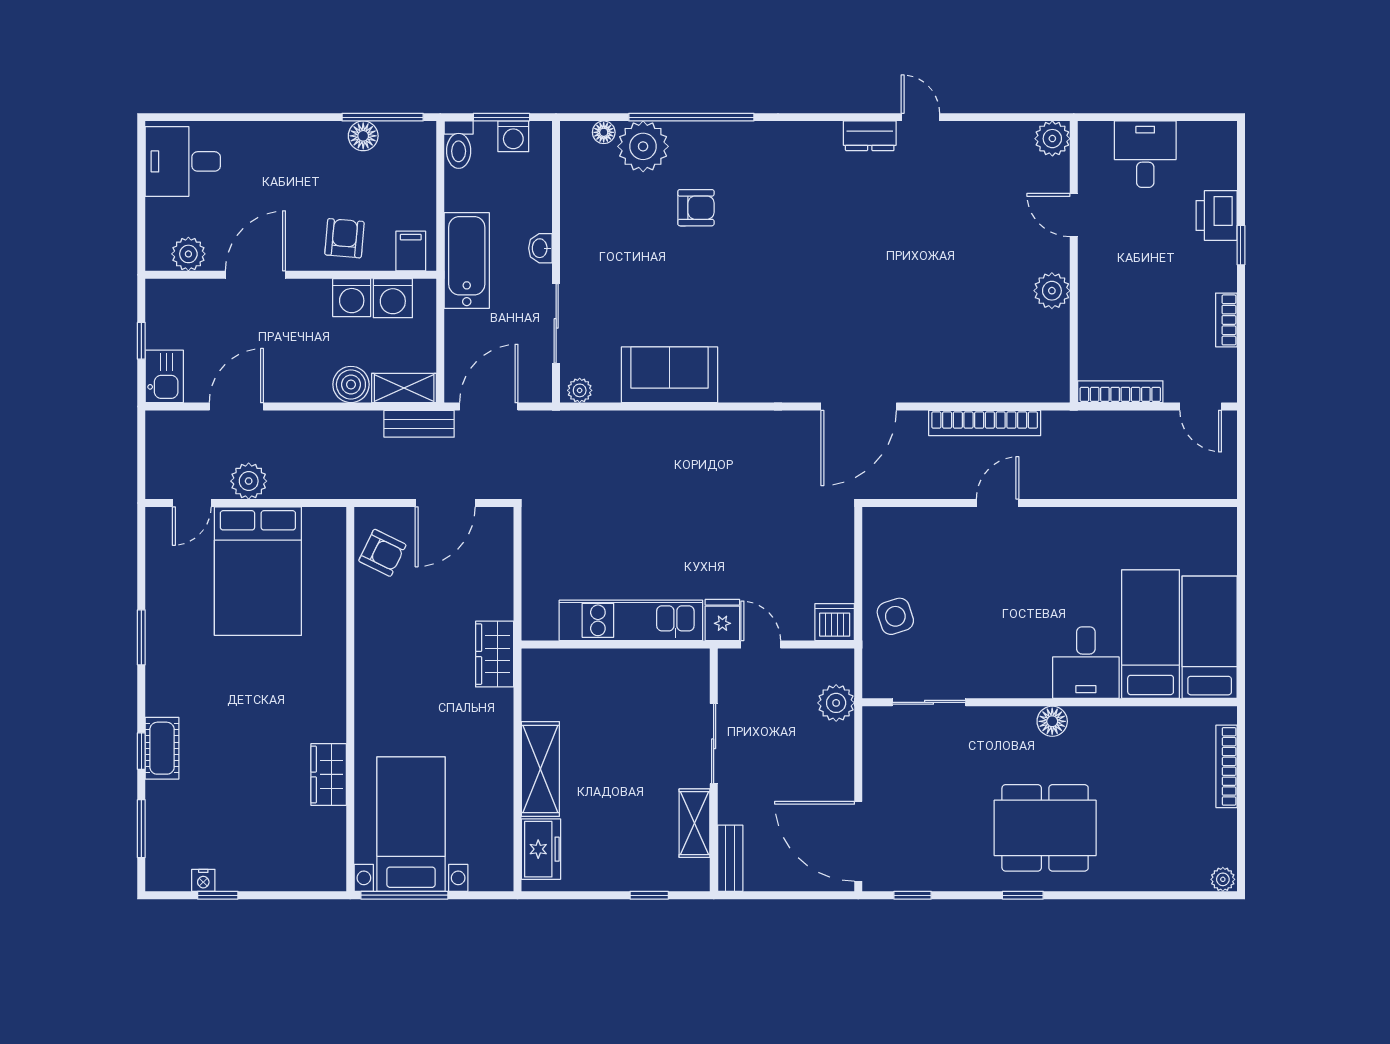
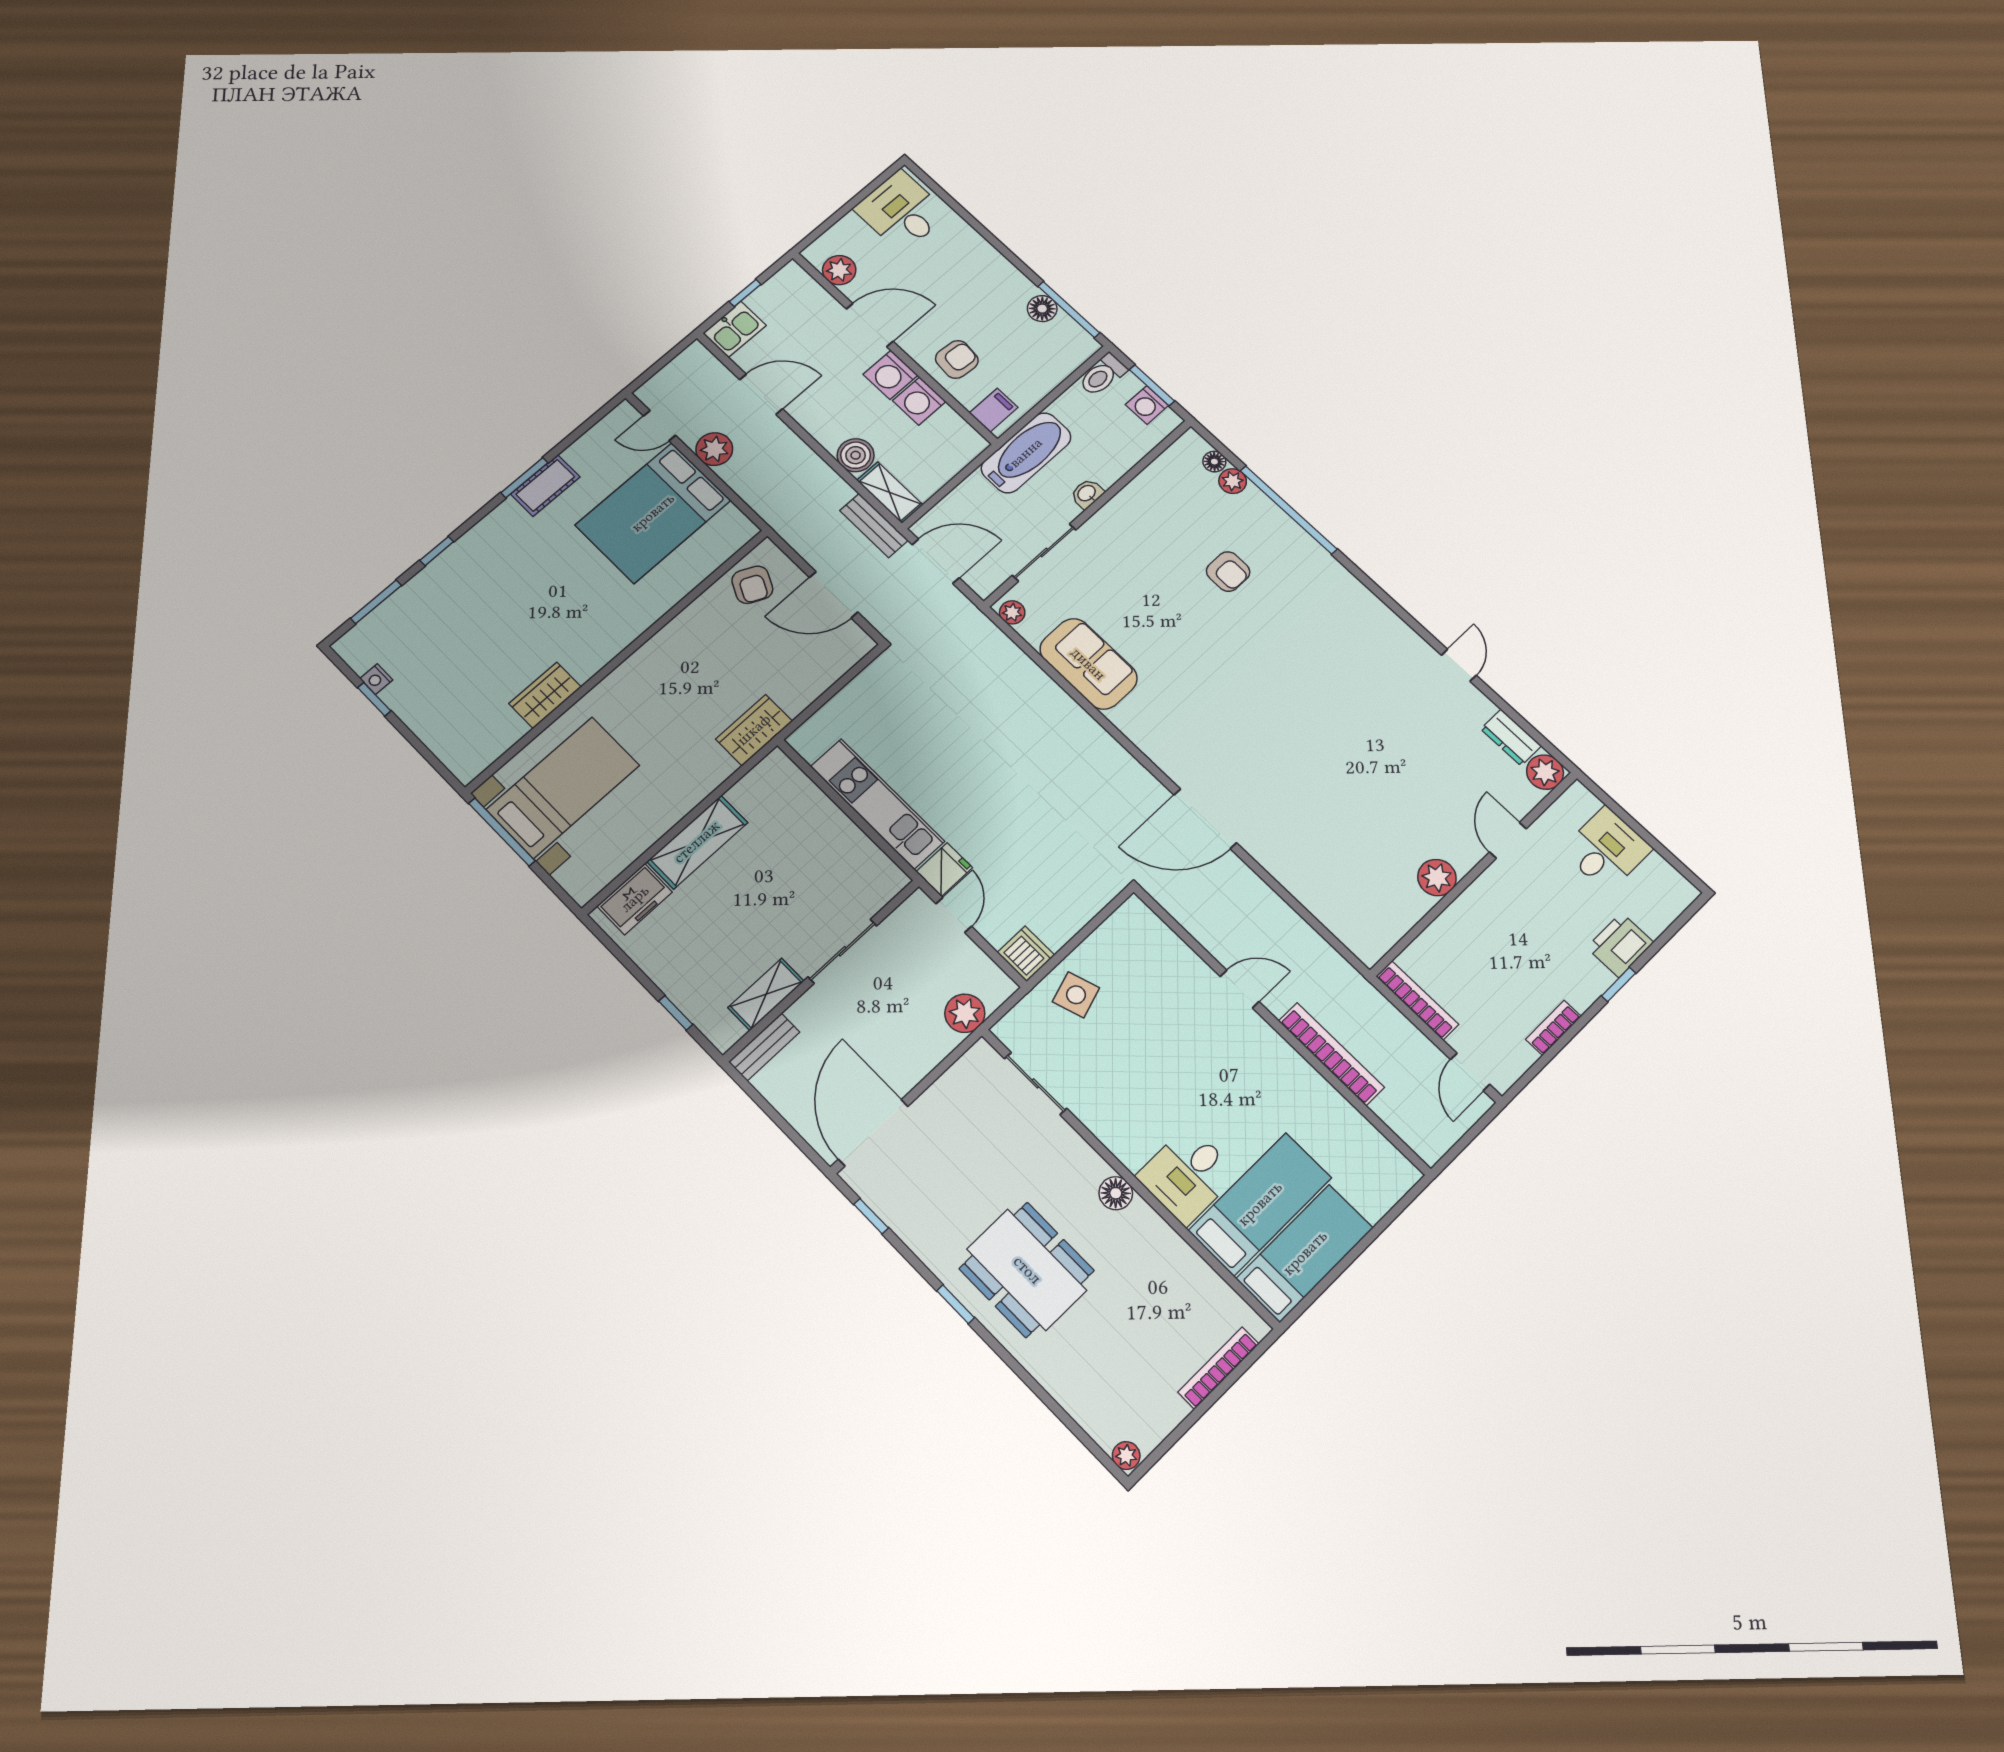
dresser: (870, 136) -> (1511, 737), moved
plant: (643, 146) -> (1233, 481), width x0.53, depth x0.53
washing machine: (393, 298) -> (891, 375), moved
bookcase: (985, 423) -> (1331, 1054), moved, turned 180
cot: (162, 748) -> (545, 485), moved

